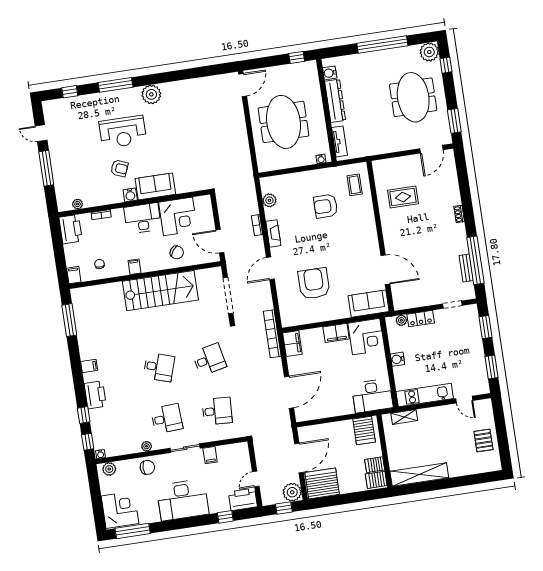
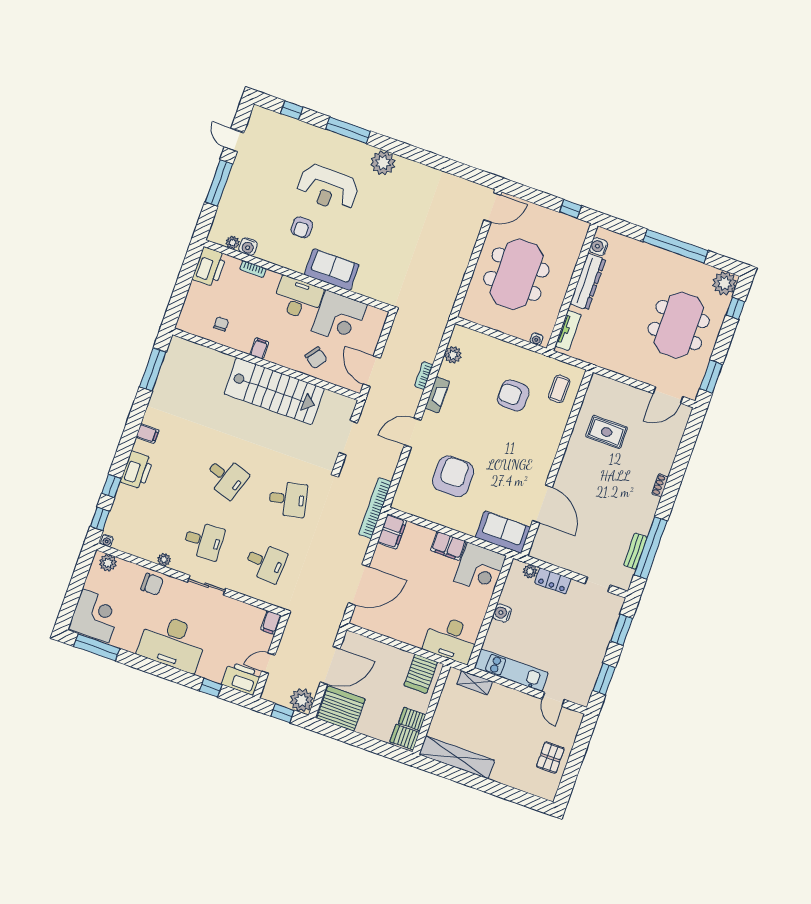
armchair: (119, 168) -> (302, 227), turned 68
water cooler: (130, 195) -> (248, 247), moved
filing cabinet: (74, 275) -> (185, 321), removed
doorway: (228, 295) -> (348, 438), width x0.73
filing cabinet: (210, 455) -> (271, 622), moved

